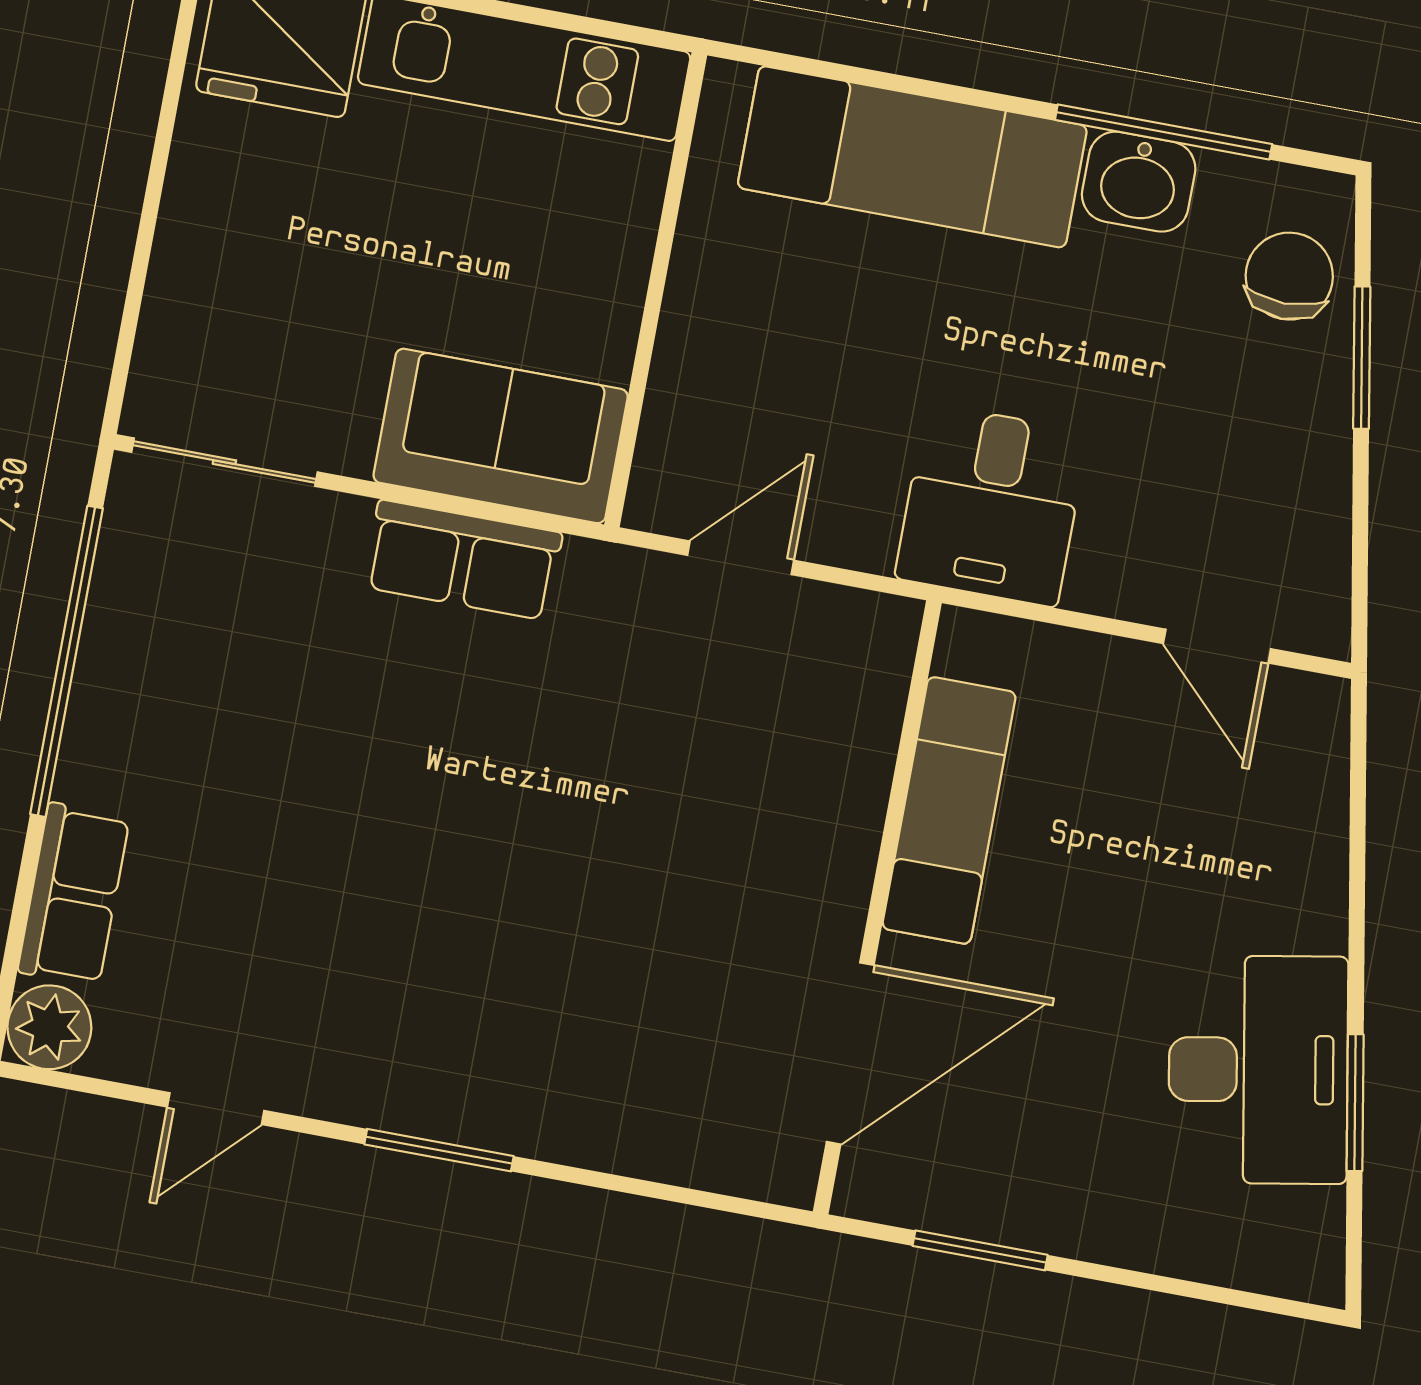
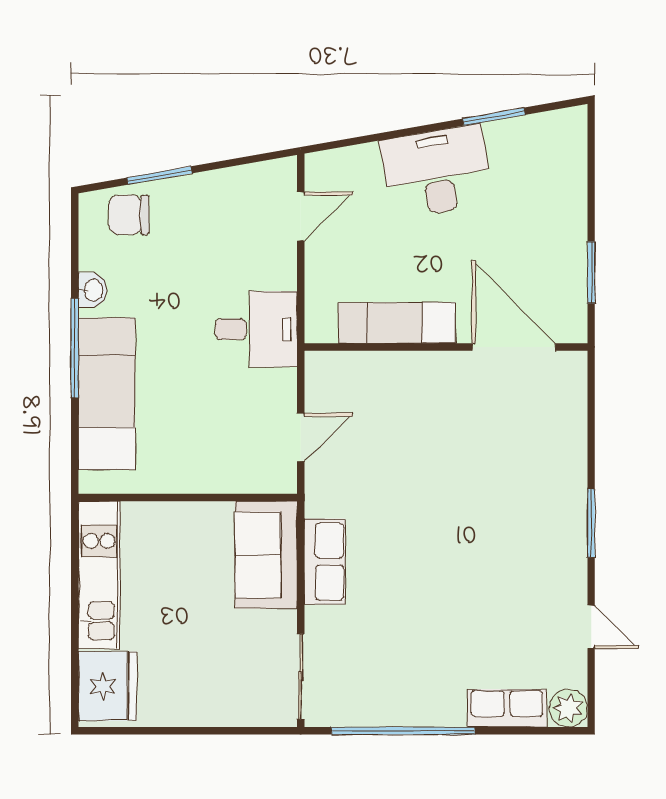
window: (1164, 132) -> (75, 348), moved
washbasin: (1139, 182) -> (93, 290), width x0.72, depth x0.69
door: (741, 558) -> (301, 437), swing flipped
desk: (1258, 1070) -> (437, 172), moved

